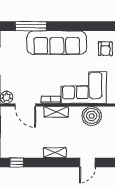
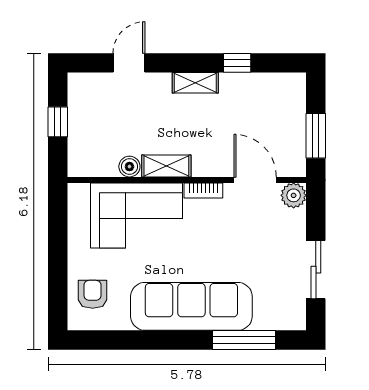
shelving: (56, 112) -> (166, 166), moved
boiler: (92, 116) -> (129, 167), width x0.54, depth x0.54
window: (17, 162) -> (237, 63), moved

